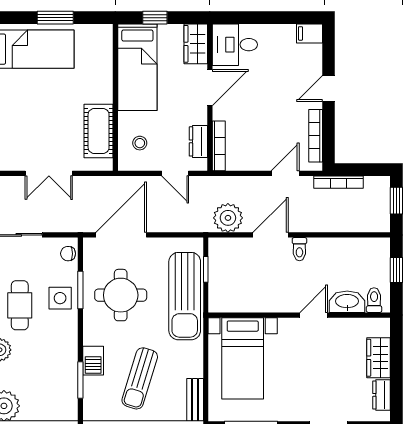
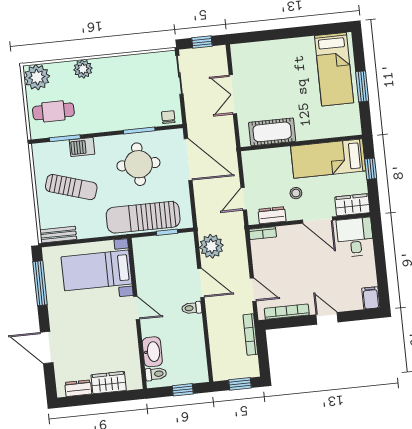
stool: (140, 143) -> (296, 193), moved
bookcase: (219, 146) -> (263, 233), width x0.64
side table: (60, 298) -> (131, 114), removed
cafe table: (20, 305) -> (53, 111), moved
door: (314, 315) -> (137, 308), moved
sun lounger: (140, 378) -> (71, 187), turned 180

